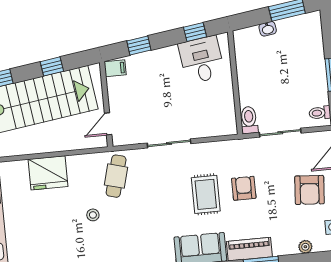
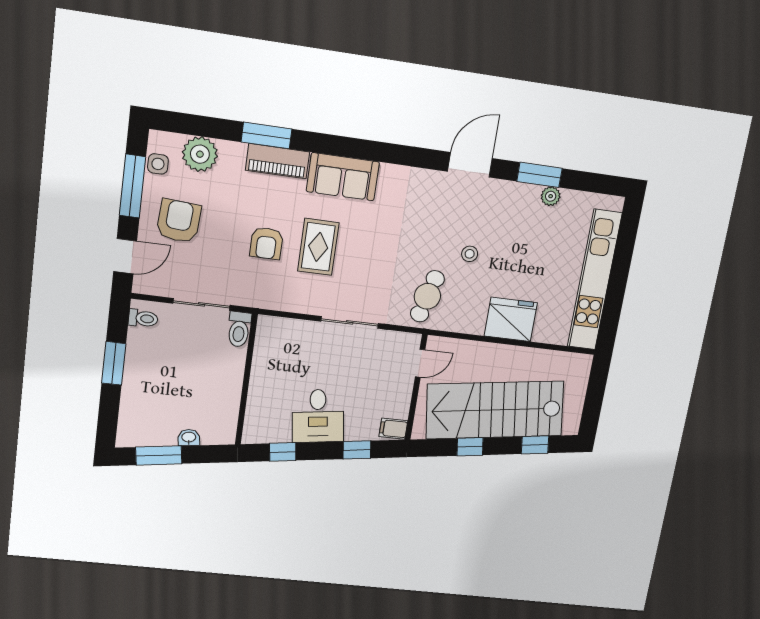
desk: (202, 60) -> (318, 416), moved
plant: (305, 247) -> (200, 154), width x1.88, depth x1.88

